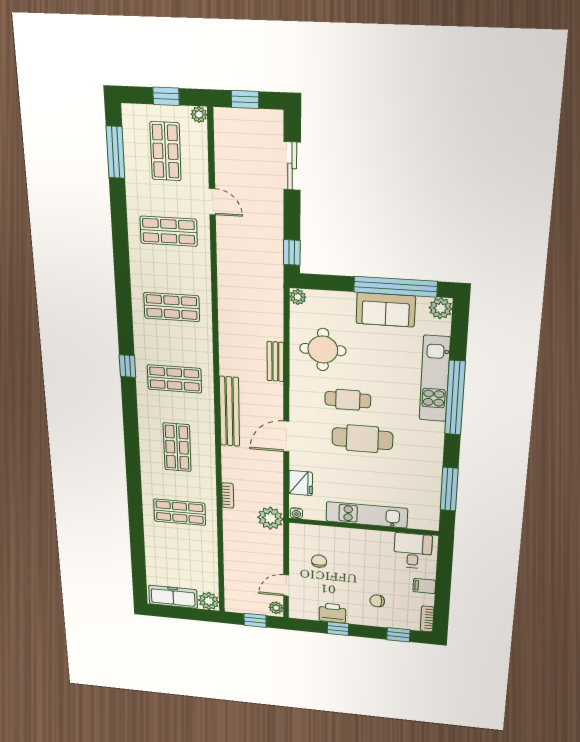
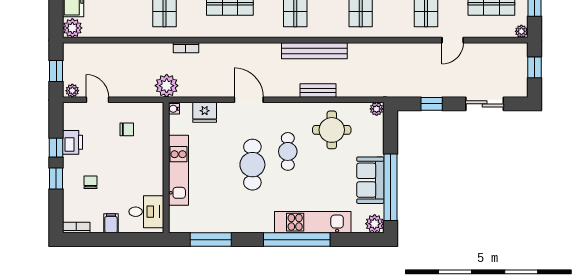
window: (292, 252) -> (432, 104), moved
bench: (229, 411) -> (314, 51), moved
window: (398, 635) -> (56, 178), moved

